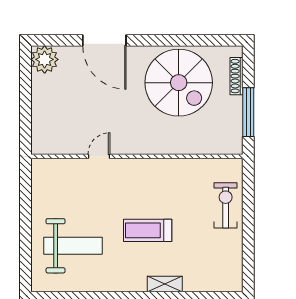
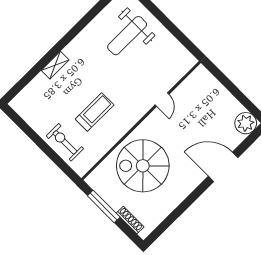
spiral stairs: (179, 83) -> (143, 166), moved
exercise bike: (226, 205) -> (65, 142), turned 180
treadmill: (148, 230) -> (95, 112), moved

